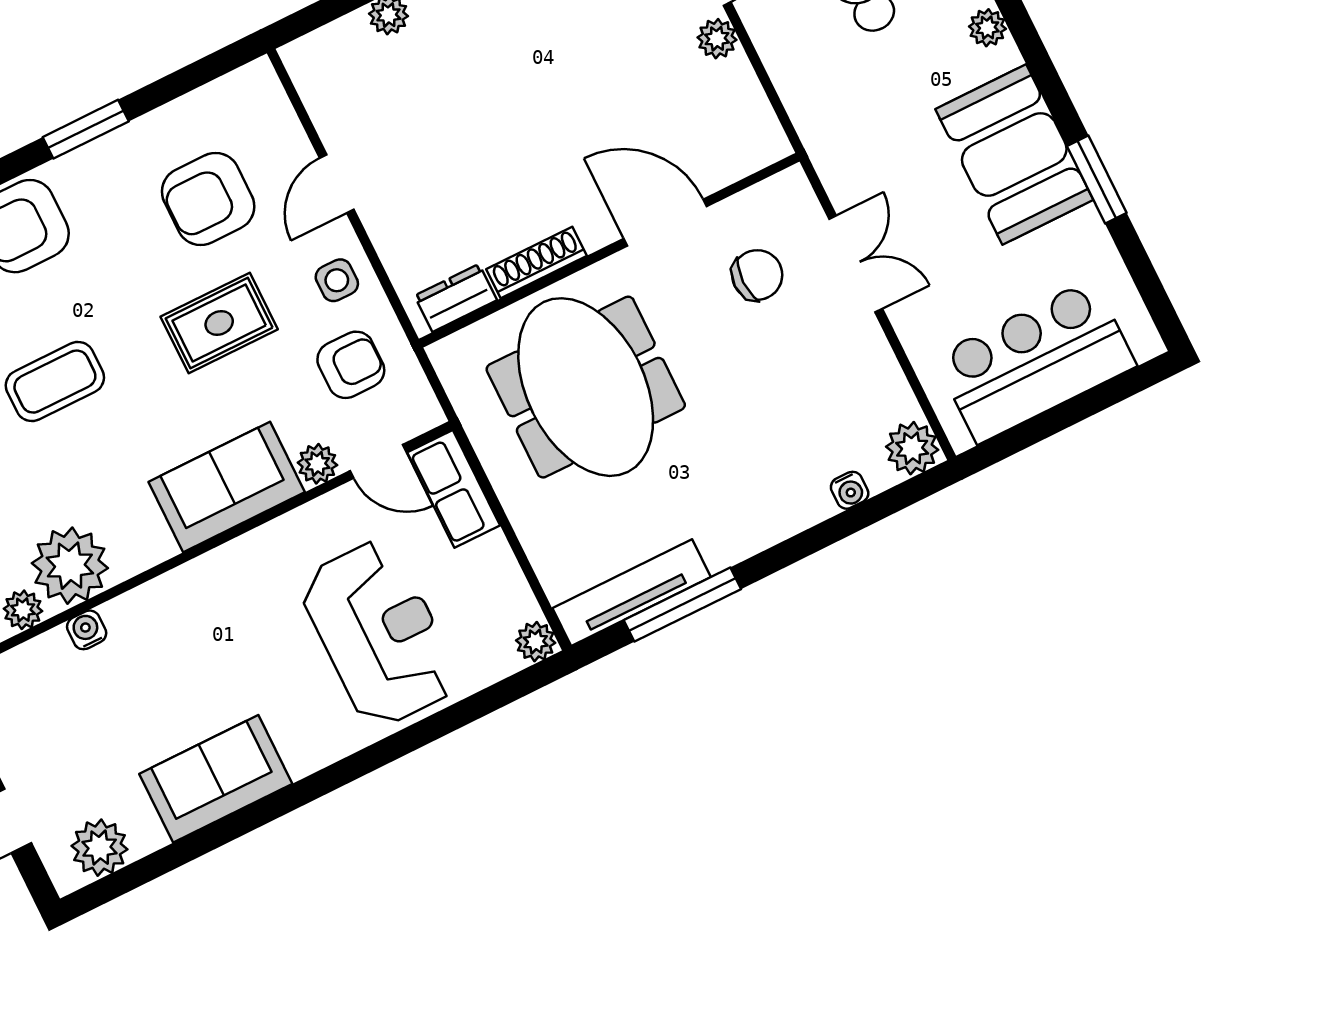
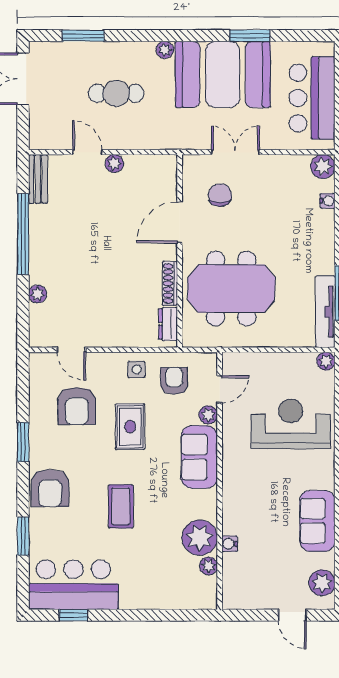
booth: (1014, 154) -> (223, 74), width x1.36, depth x1.42
door: (337, 184) -> (71, 350), moved
row of seats: (454, 489) -> (246, 364), removed

